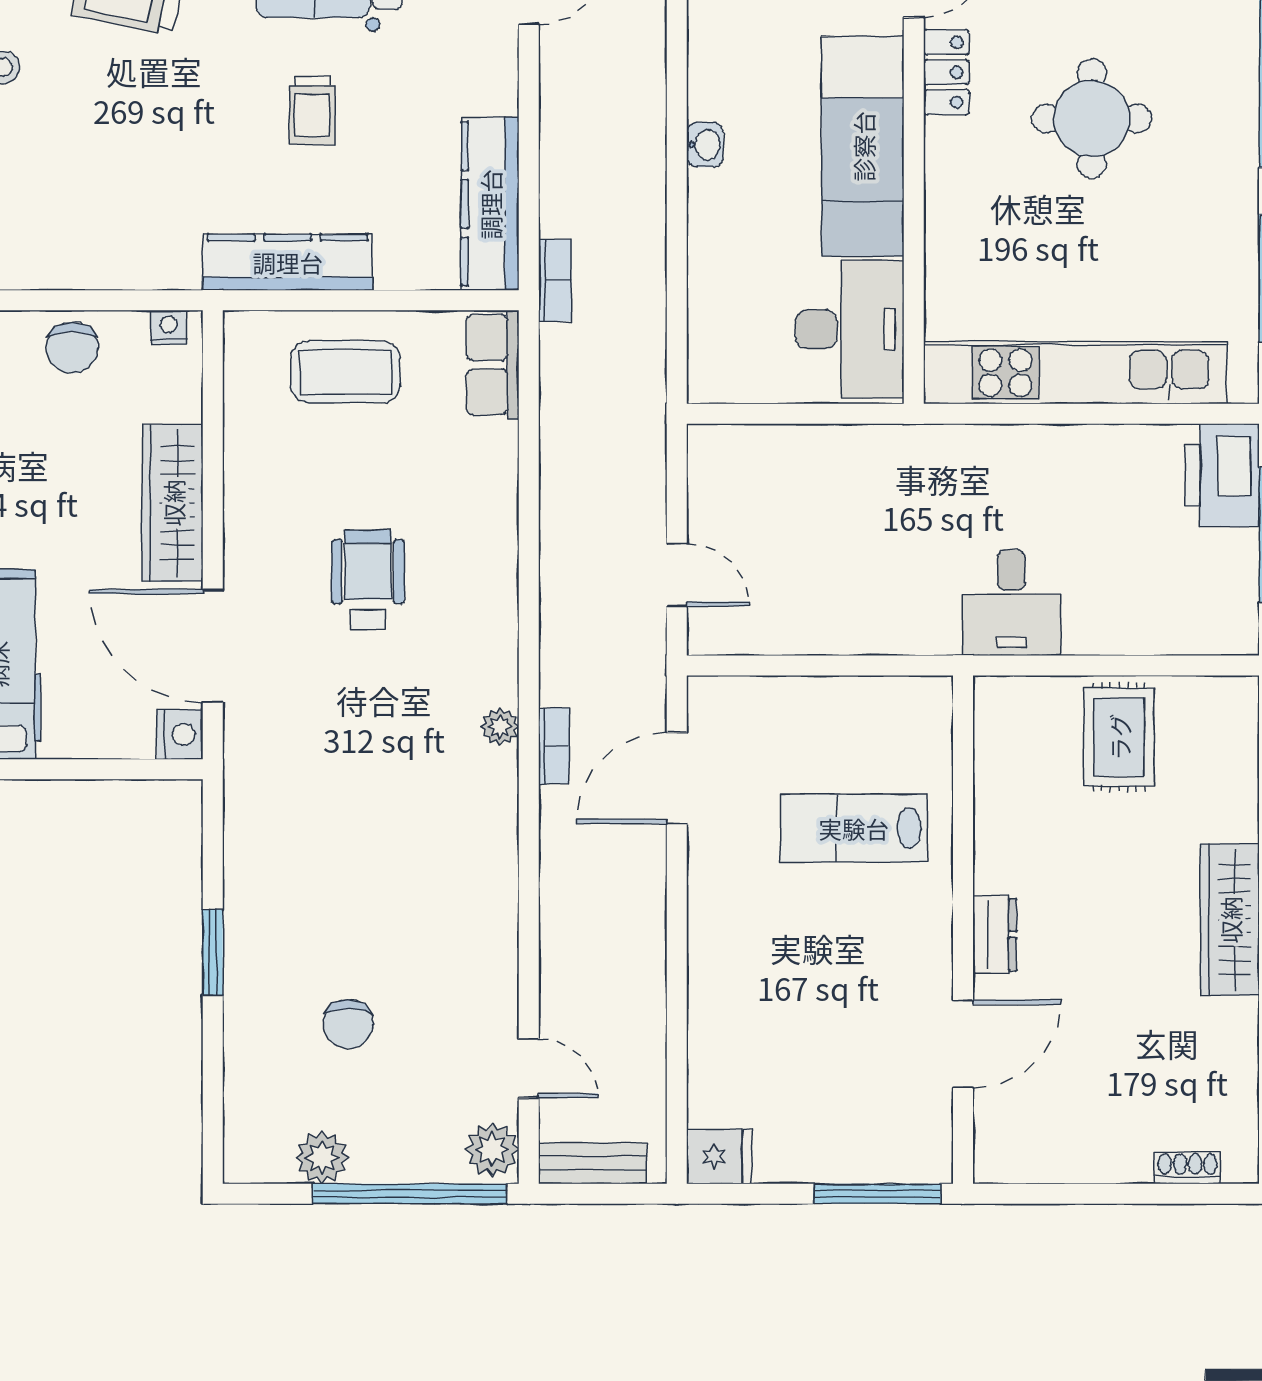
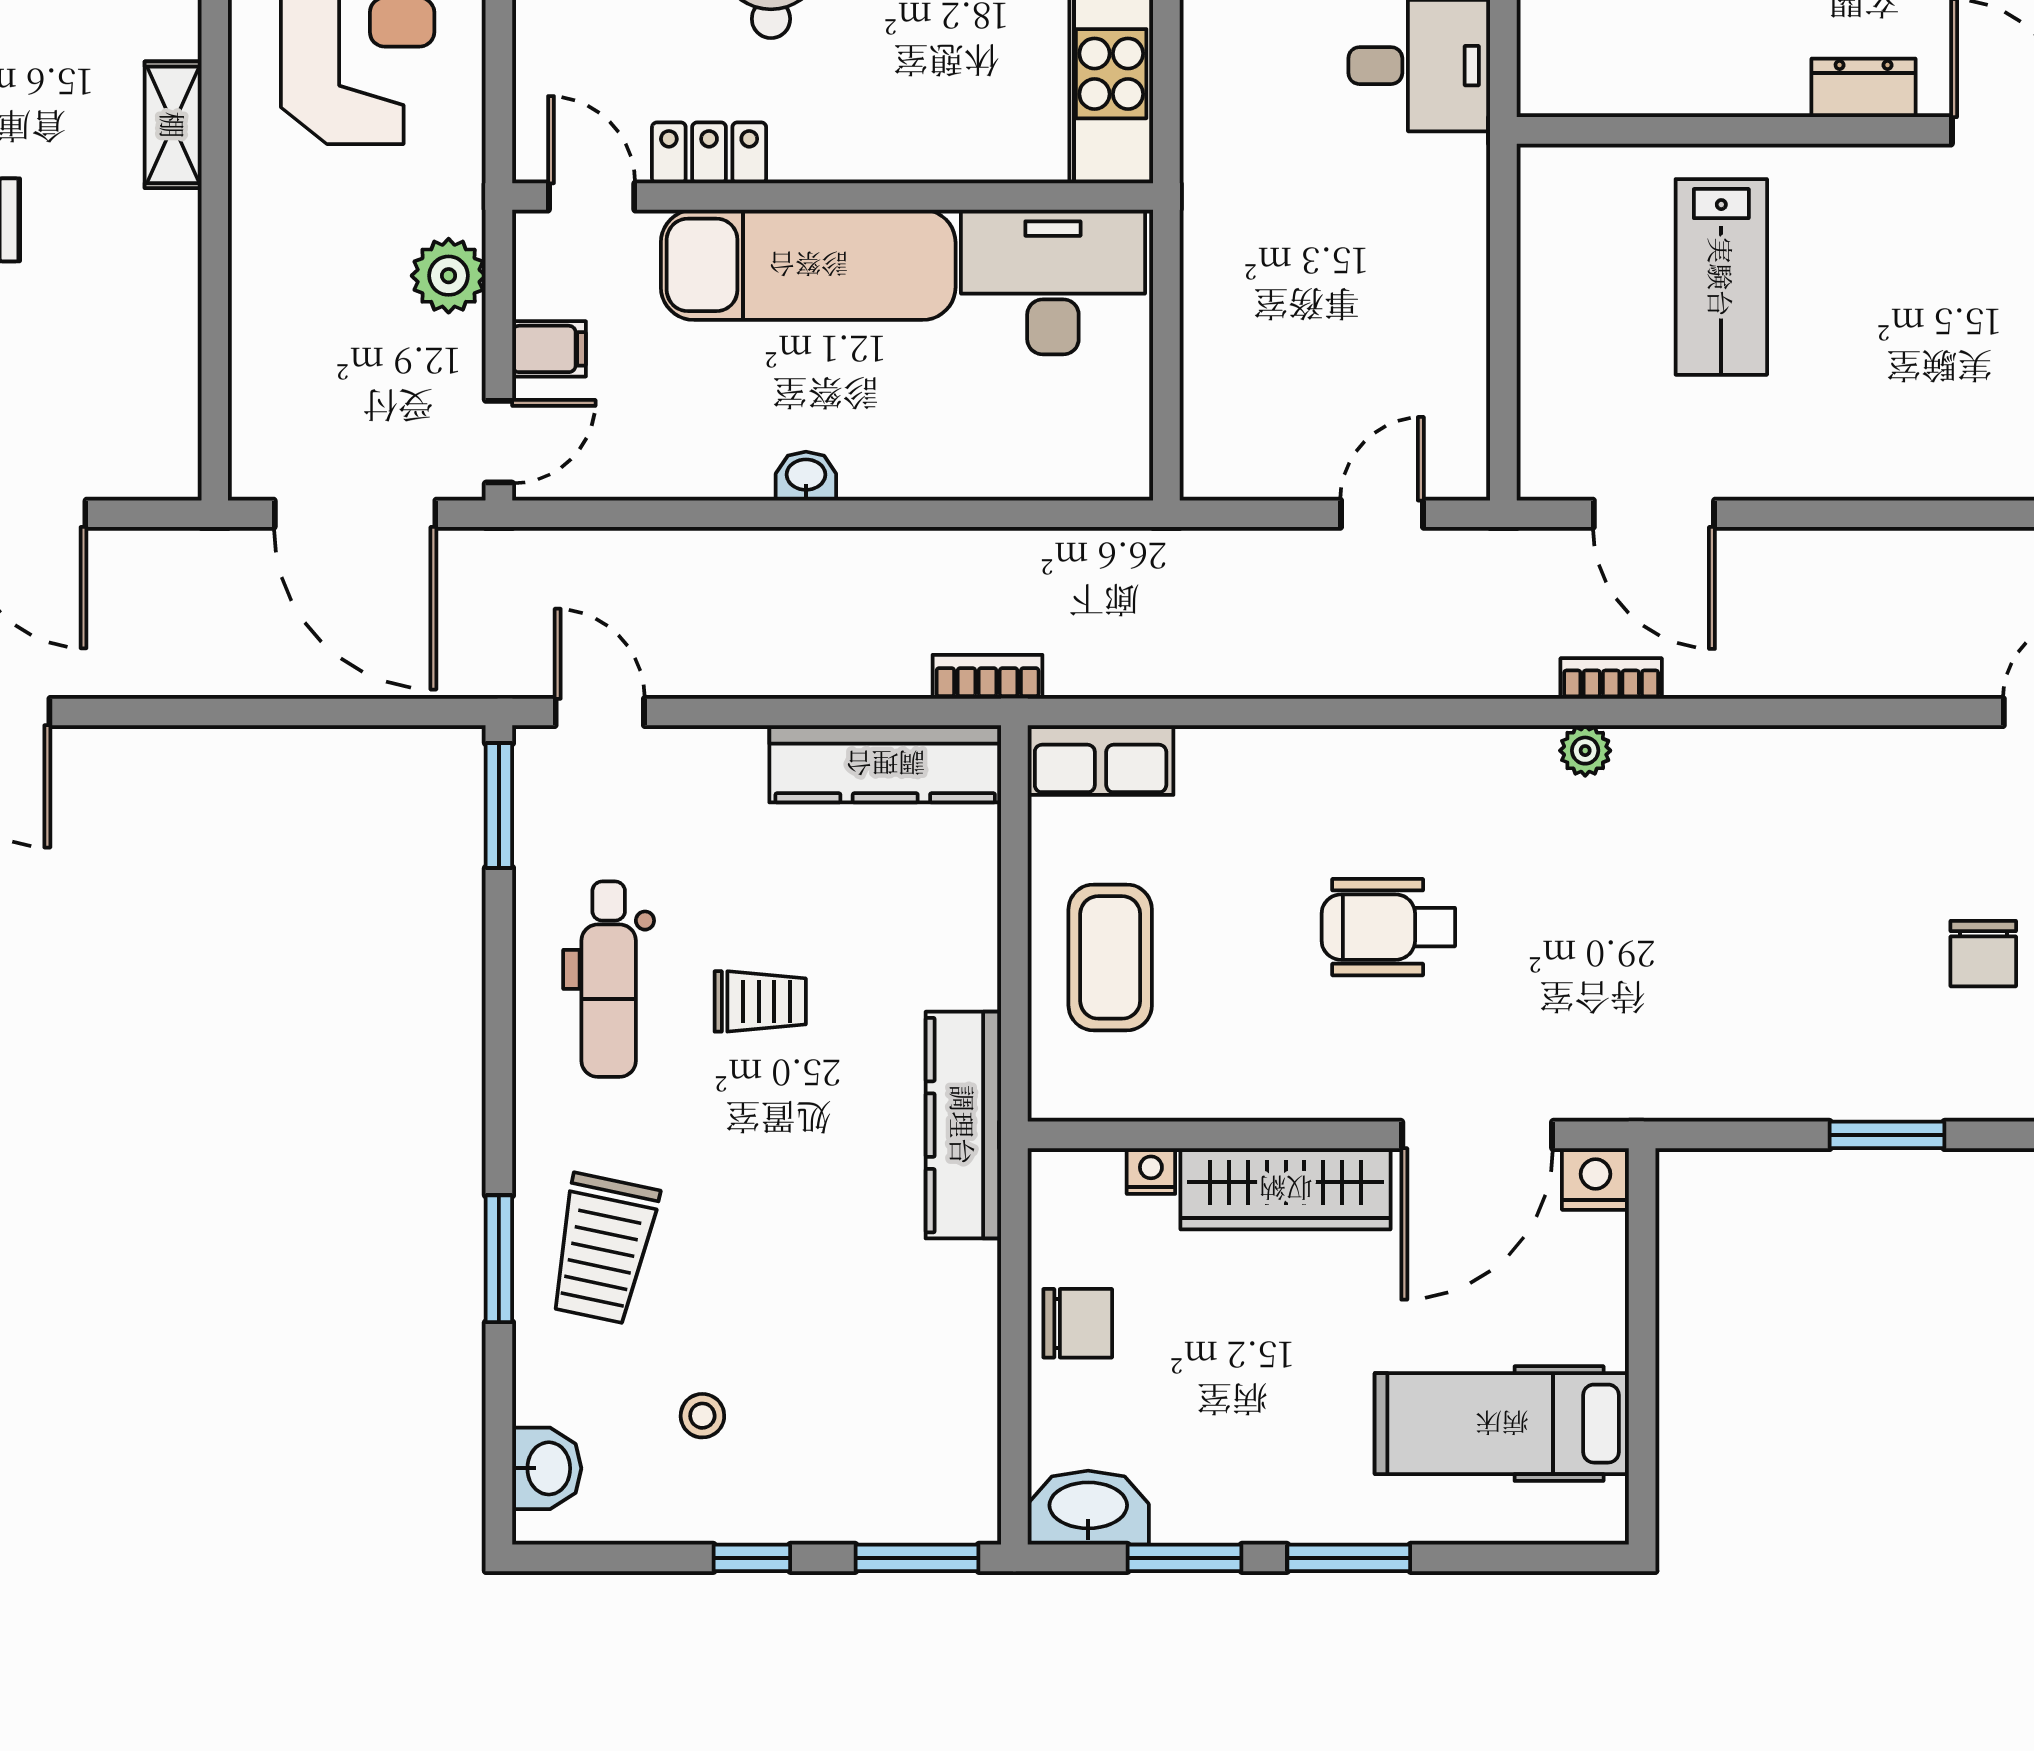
kitchen counter: (288, 262) -> (963, 1125), moved
nightstand: (169, 327) -> (1151, 1171), moved, turned 90
chair: (348, 1024) -> (1983, 954), turned 90

